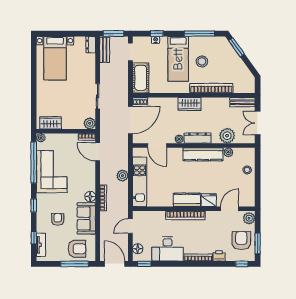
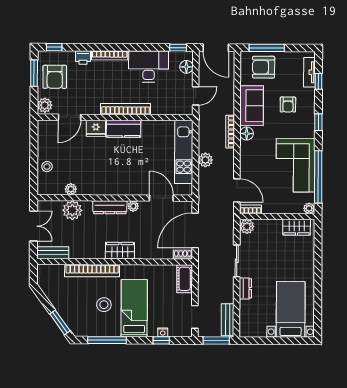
dresser: (91, 45) -> (245, 288), moved
cot: (141, 78) -> (185, 279), width x0.73, depth x0.75
kitchen counter: (203, 154) -> (103, 187), removed

